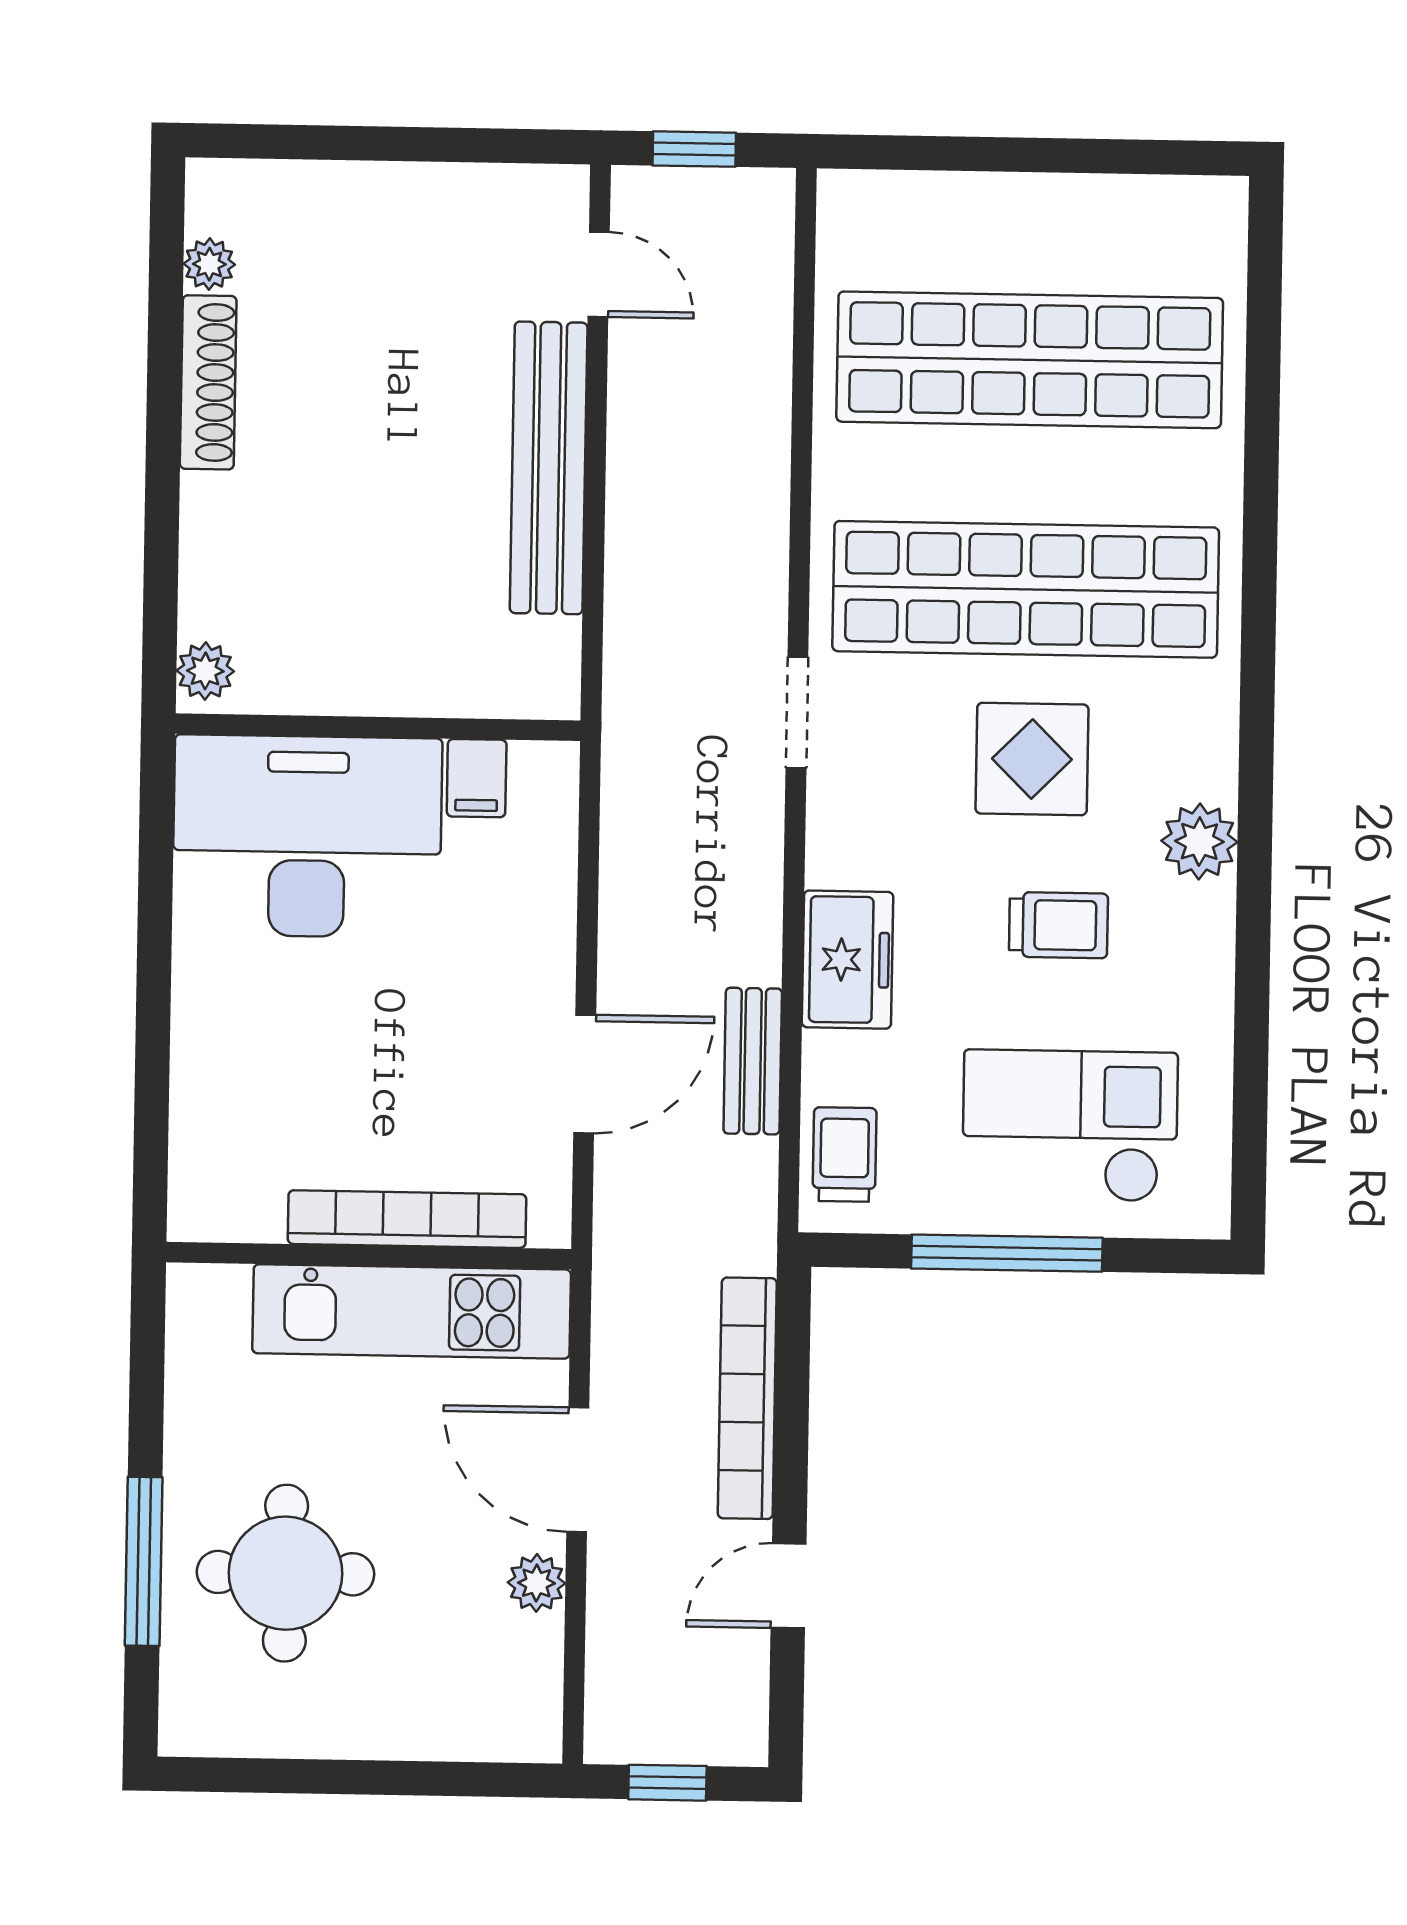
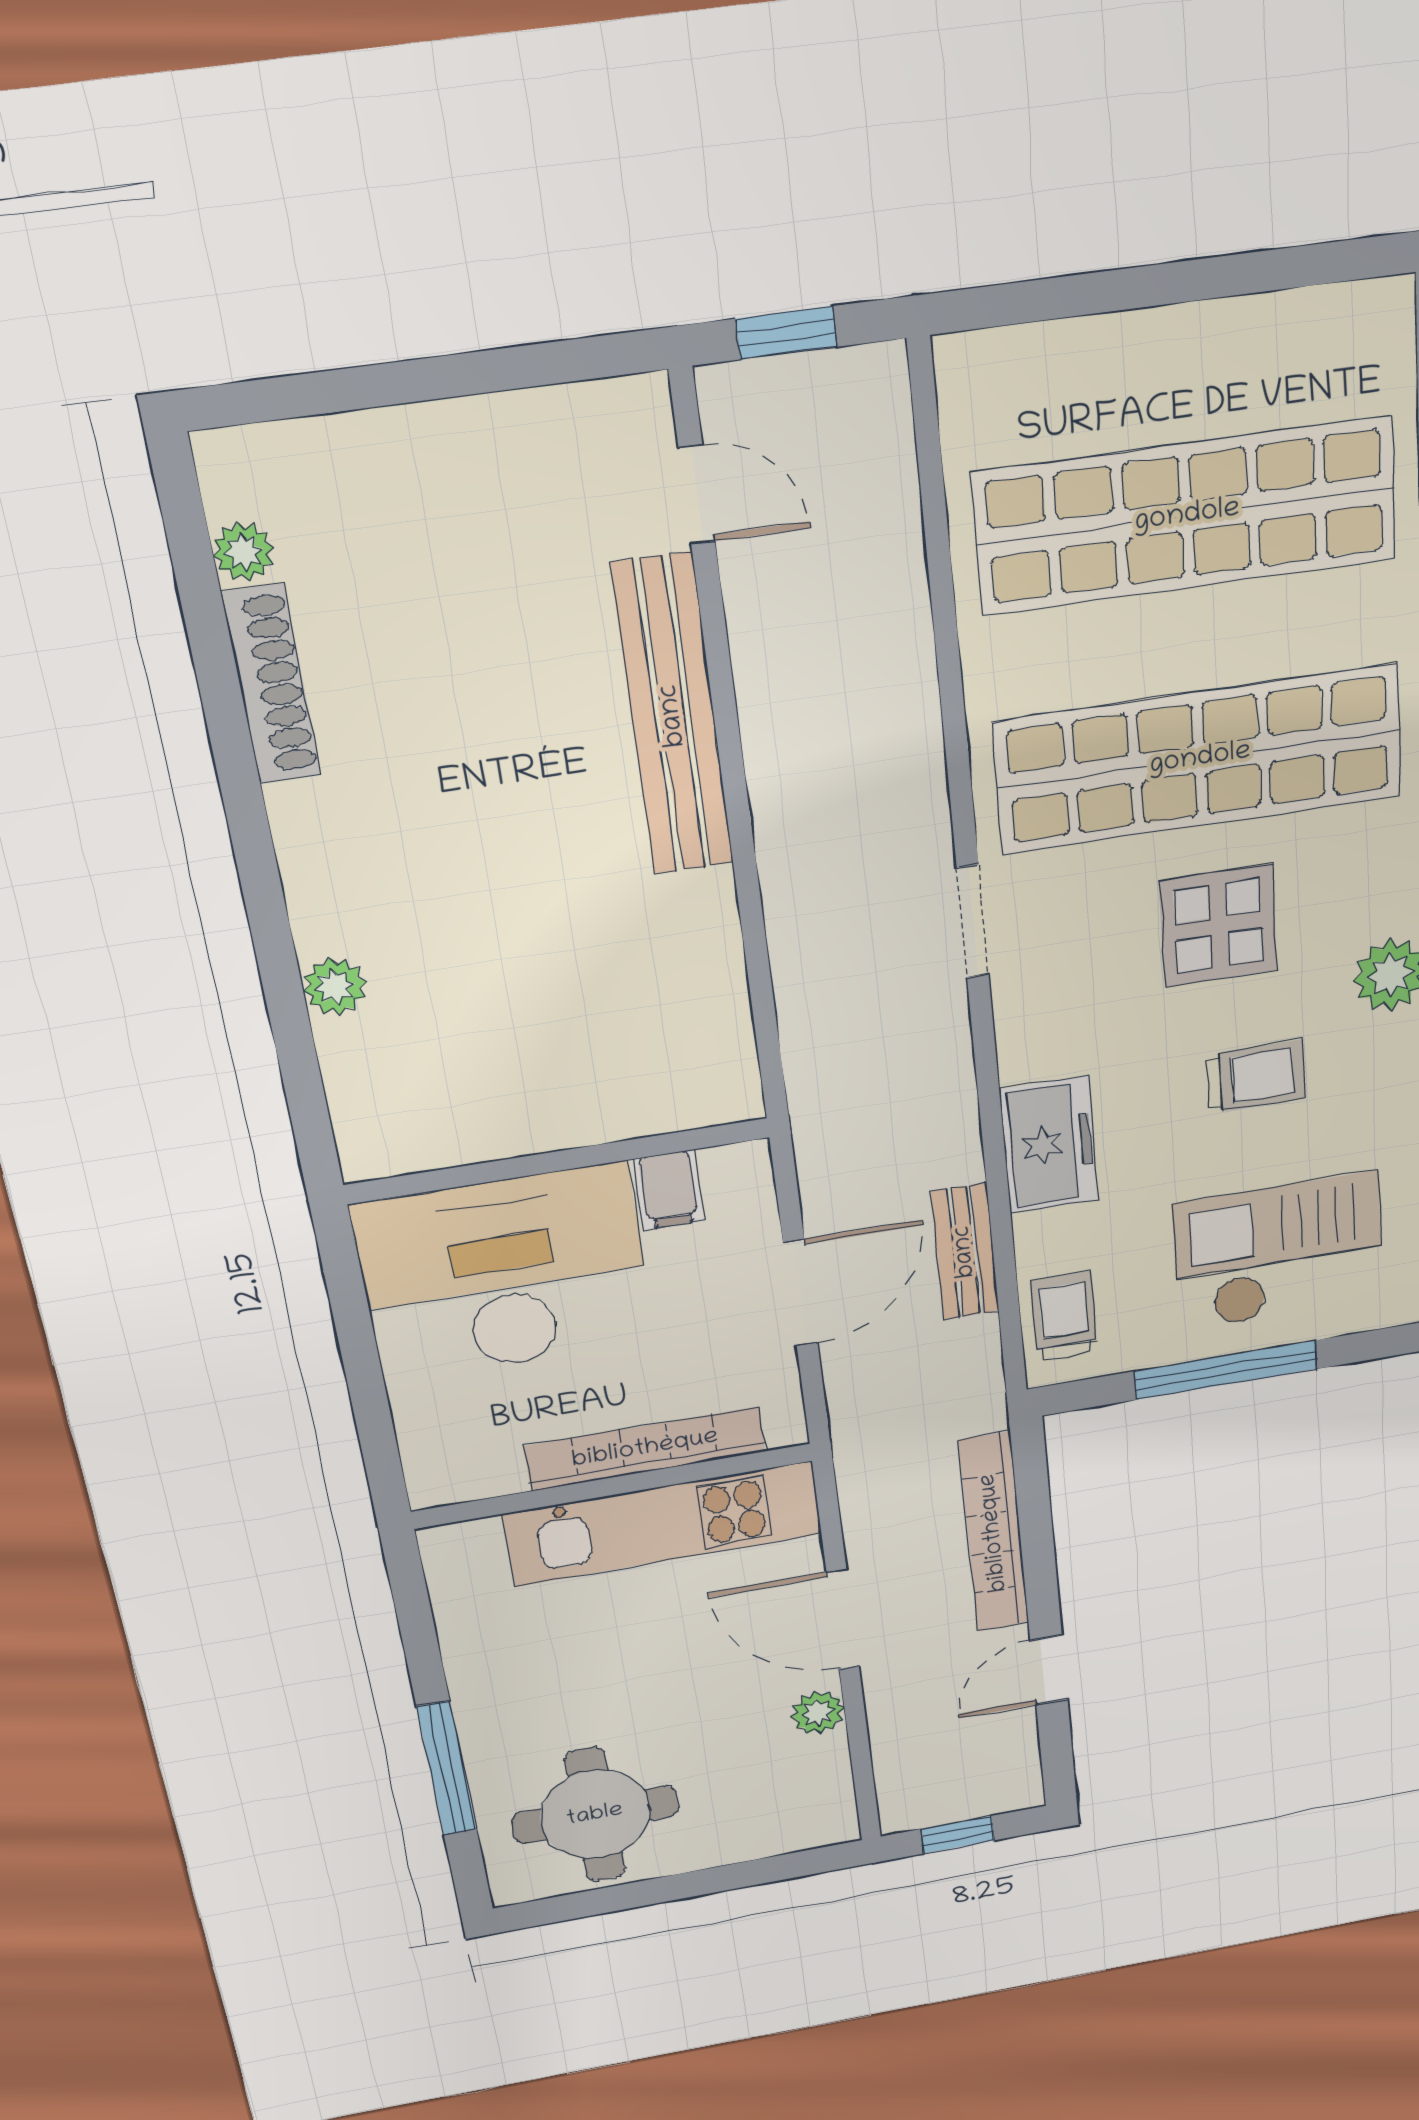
wall: (378, 727) -> (558, 1161), moved
filing cabinet: (477, 778) -> (669, 1190), moved
desk: (307, 836) -> (504, 1273), moved
round table: (285, 1573) -> (595, 1815), moved

